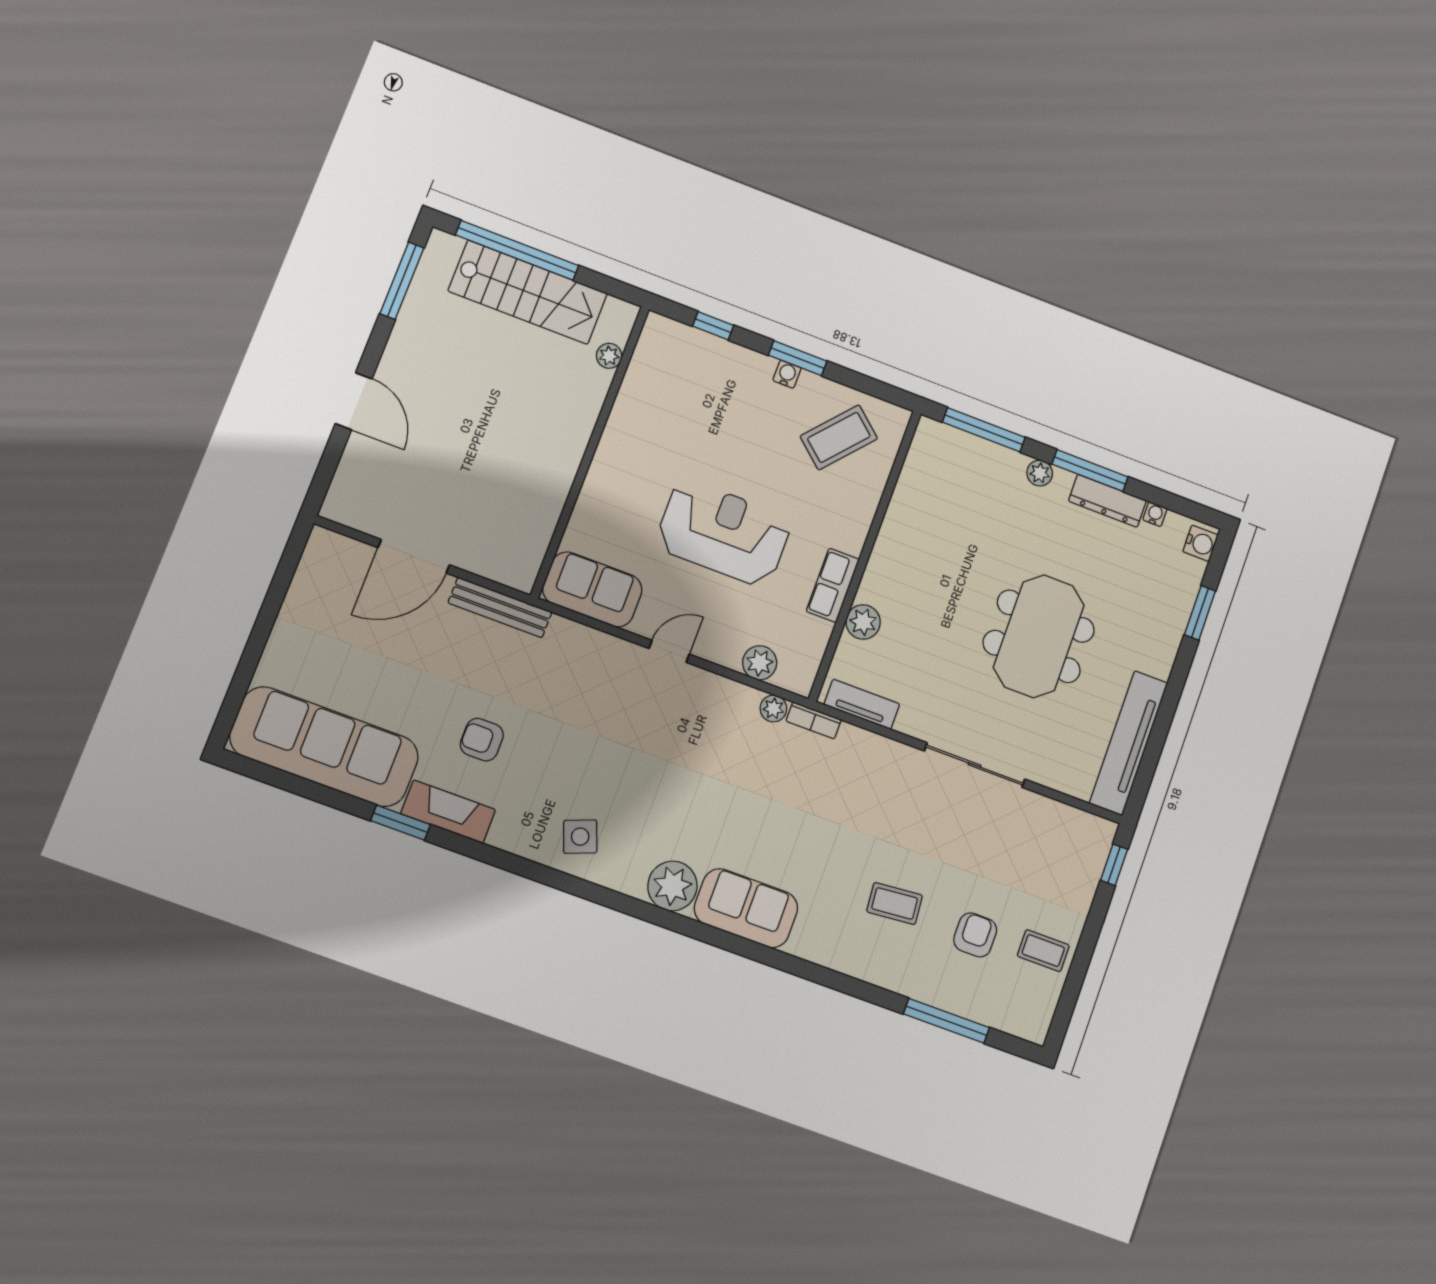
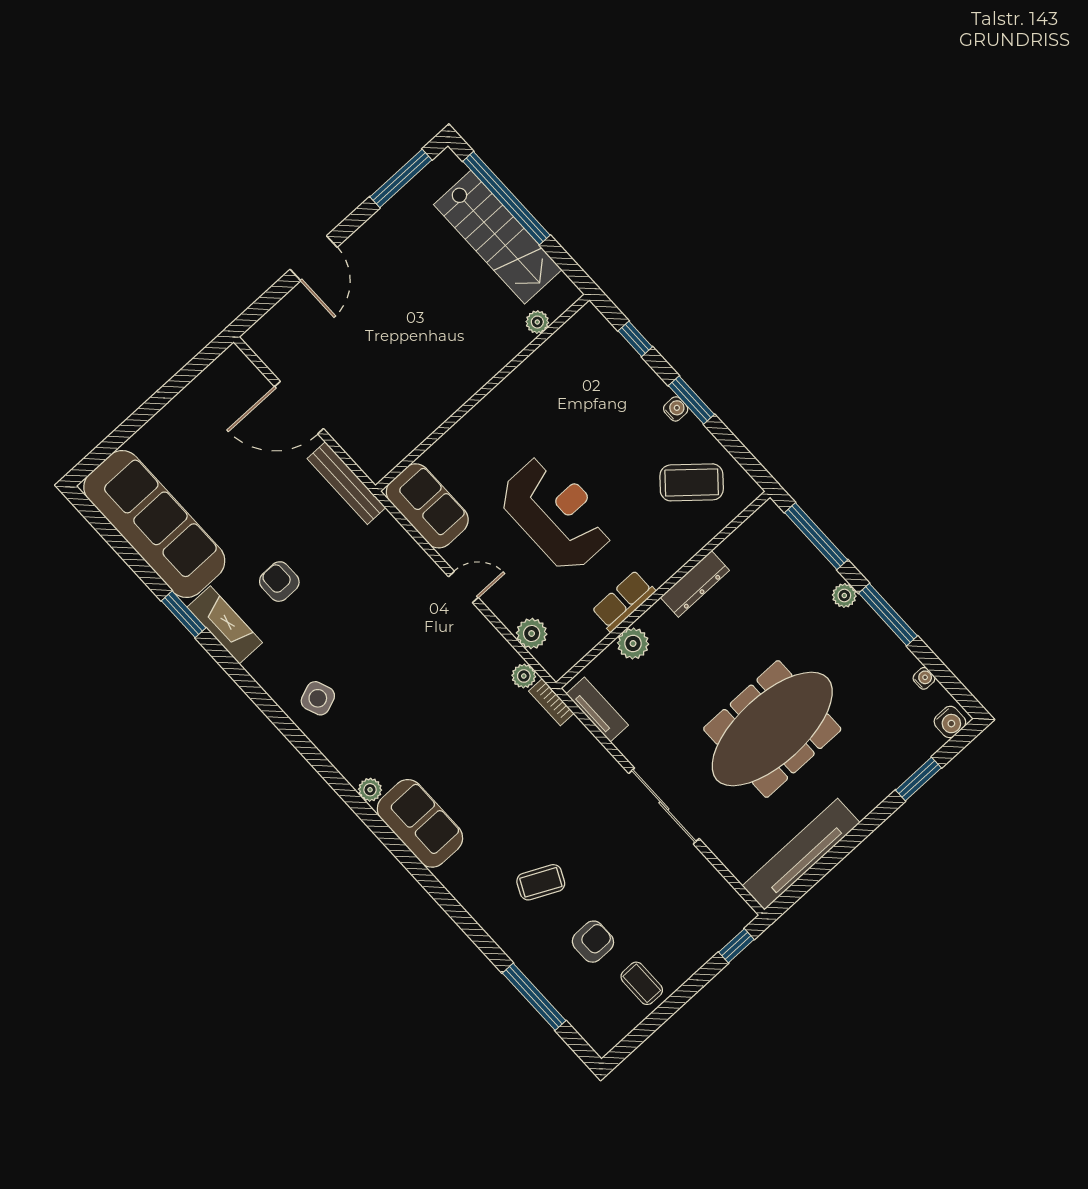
dresser: (1107, 501) -> (695, 584), moved, turned -90
meeting table: (1039, 636) -> (772, 729), width x1.36
plant: (672, 886) -> (370, 790), width x0.53, depth x0.53
coffee table: (895, 903) -> (541, 882), turned -59

